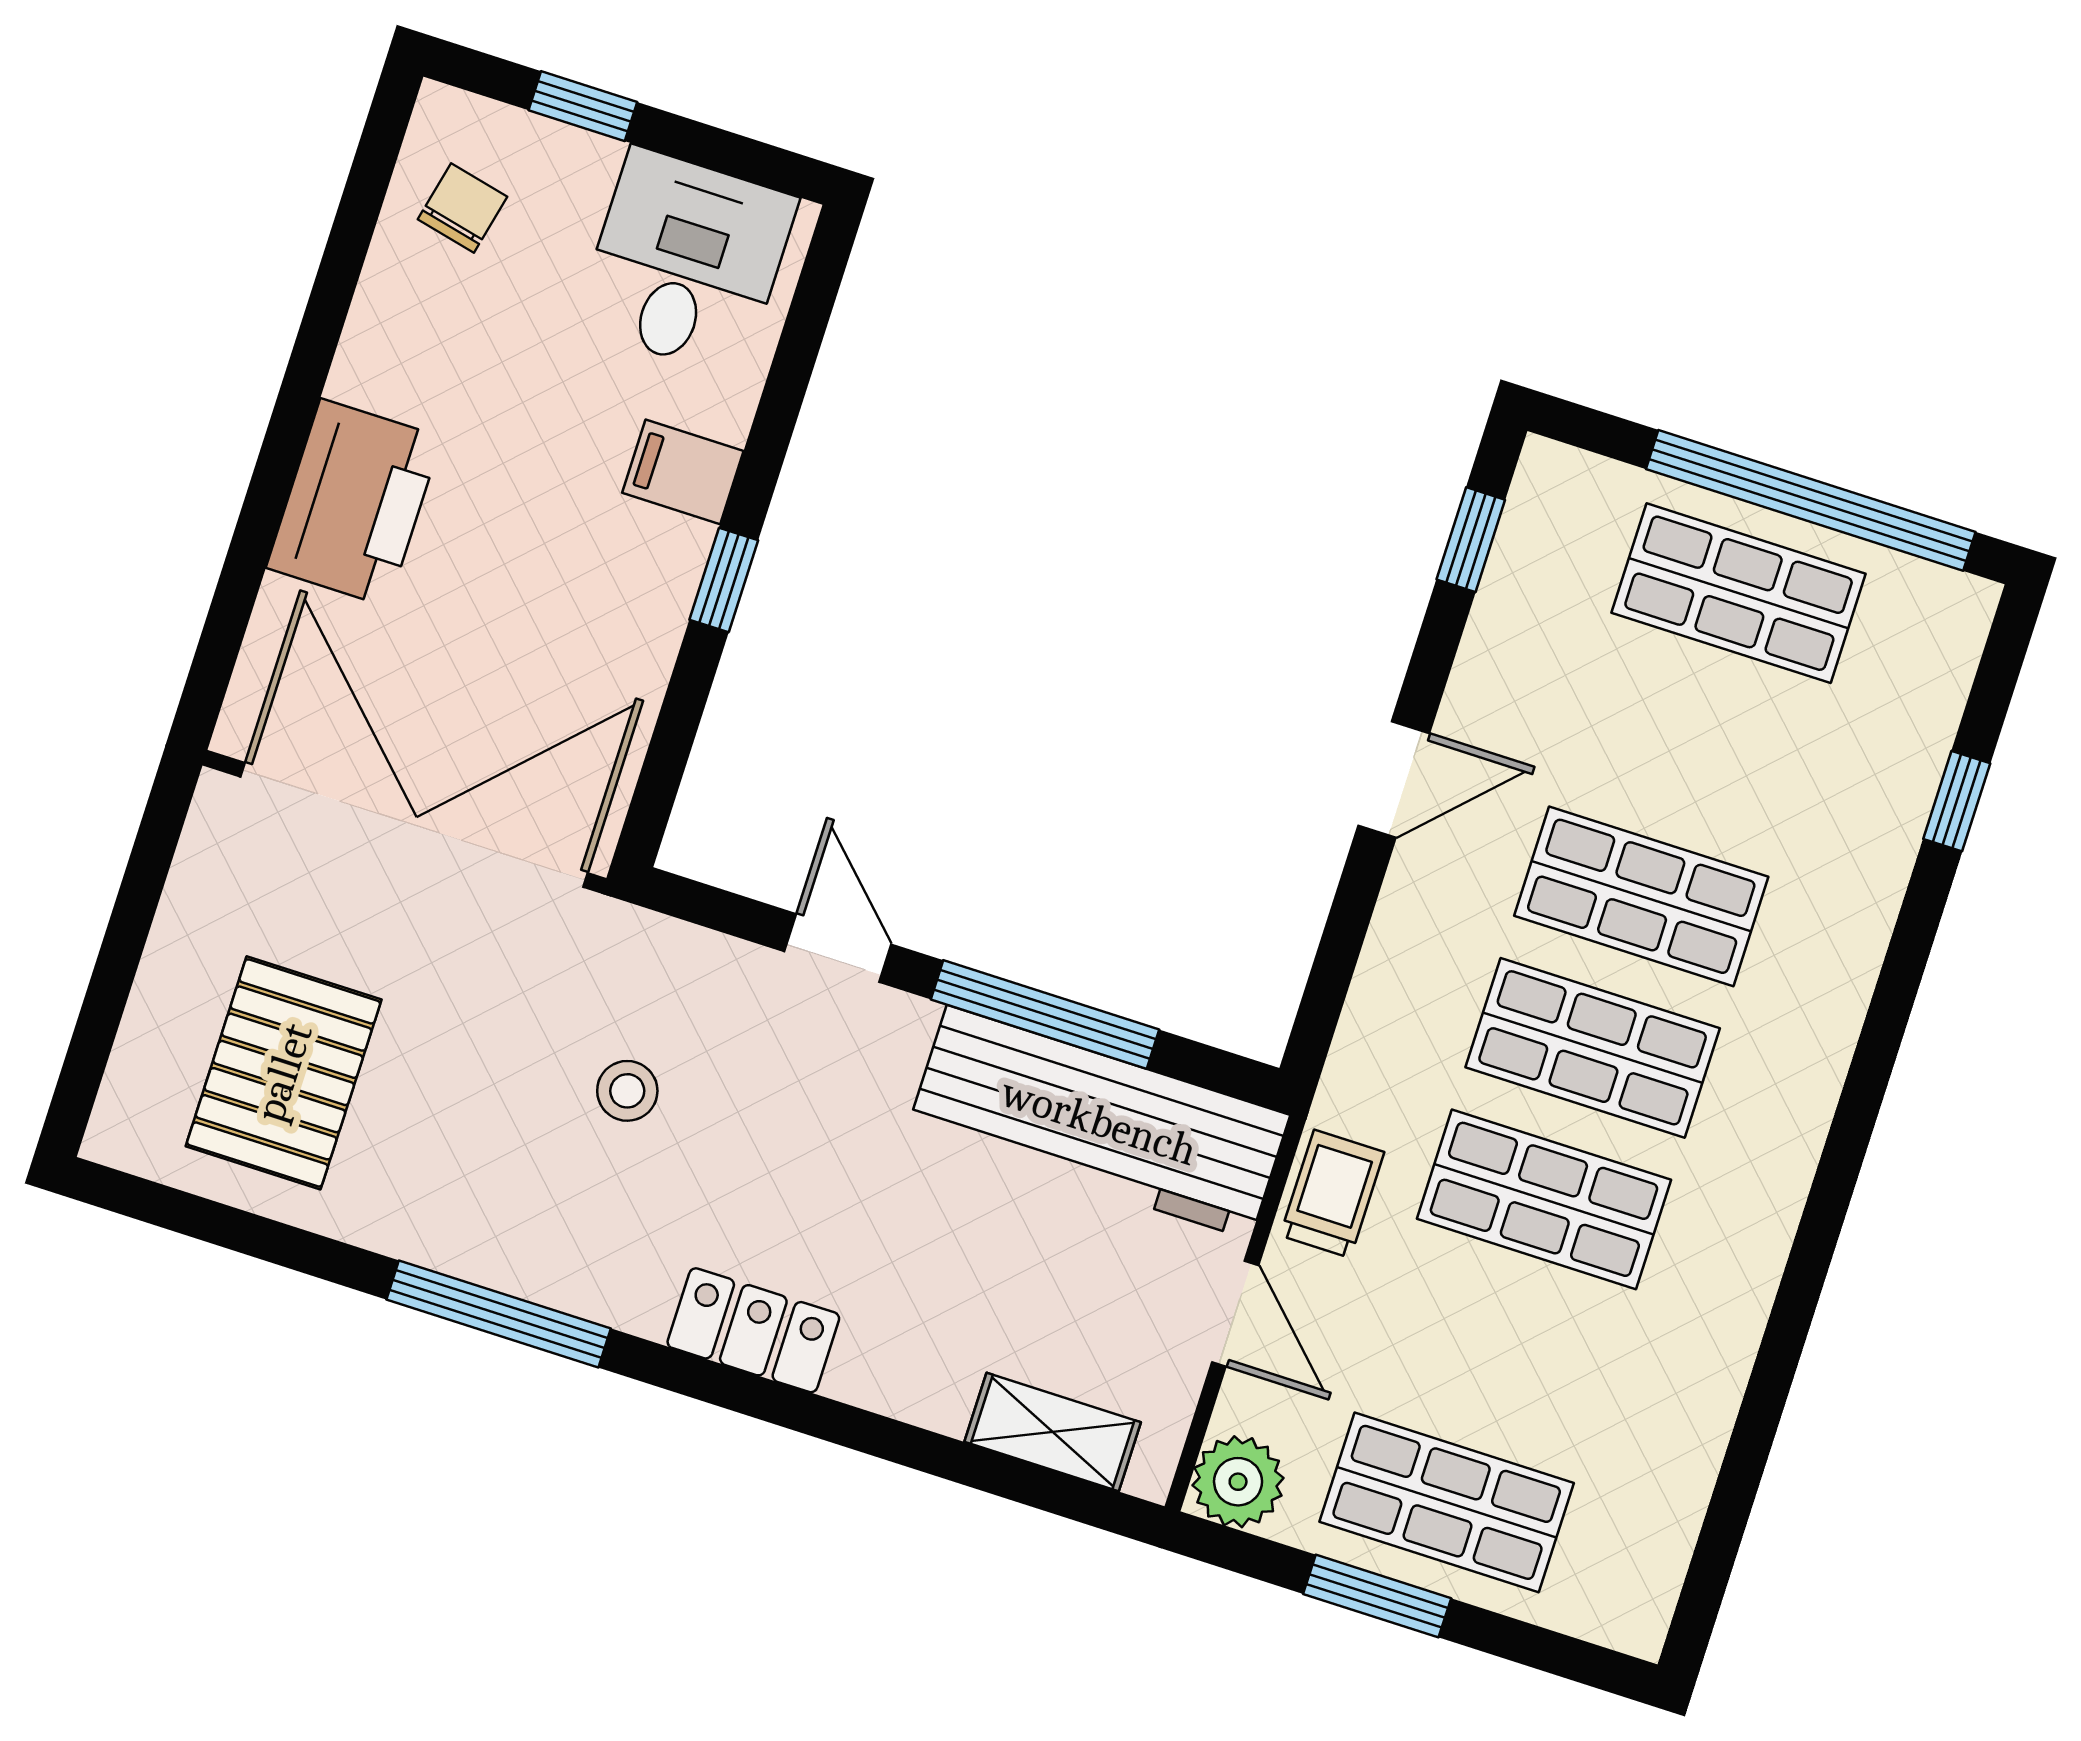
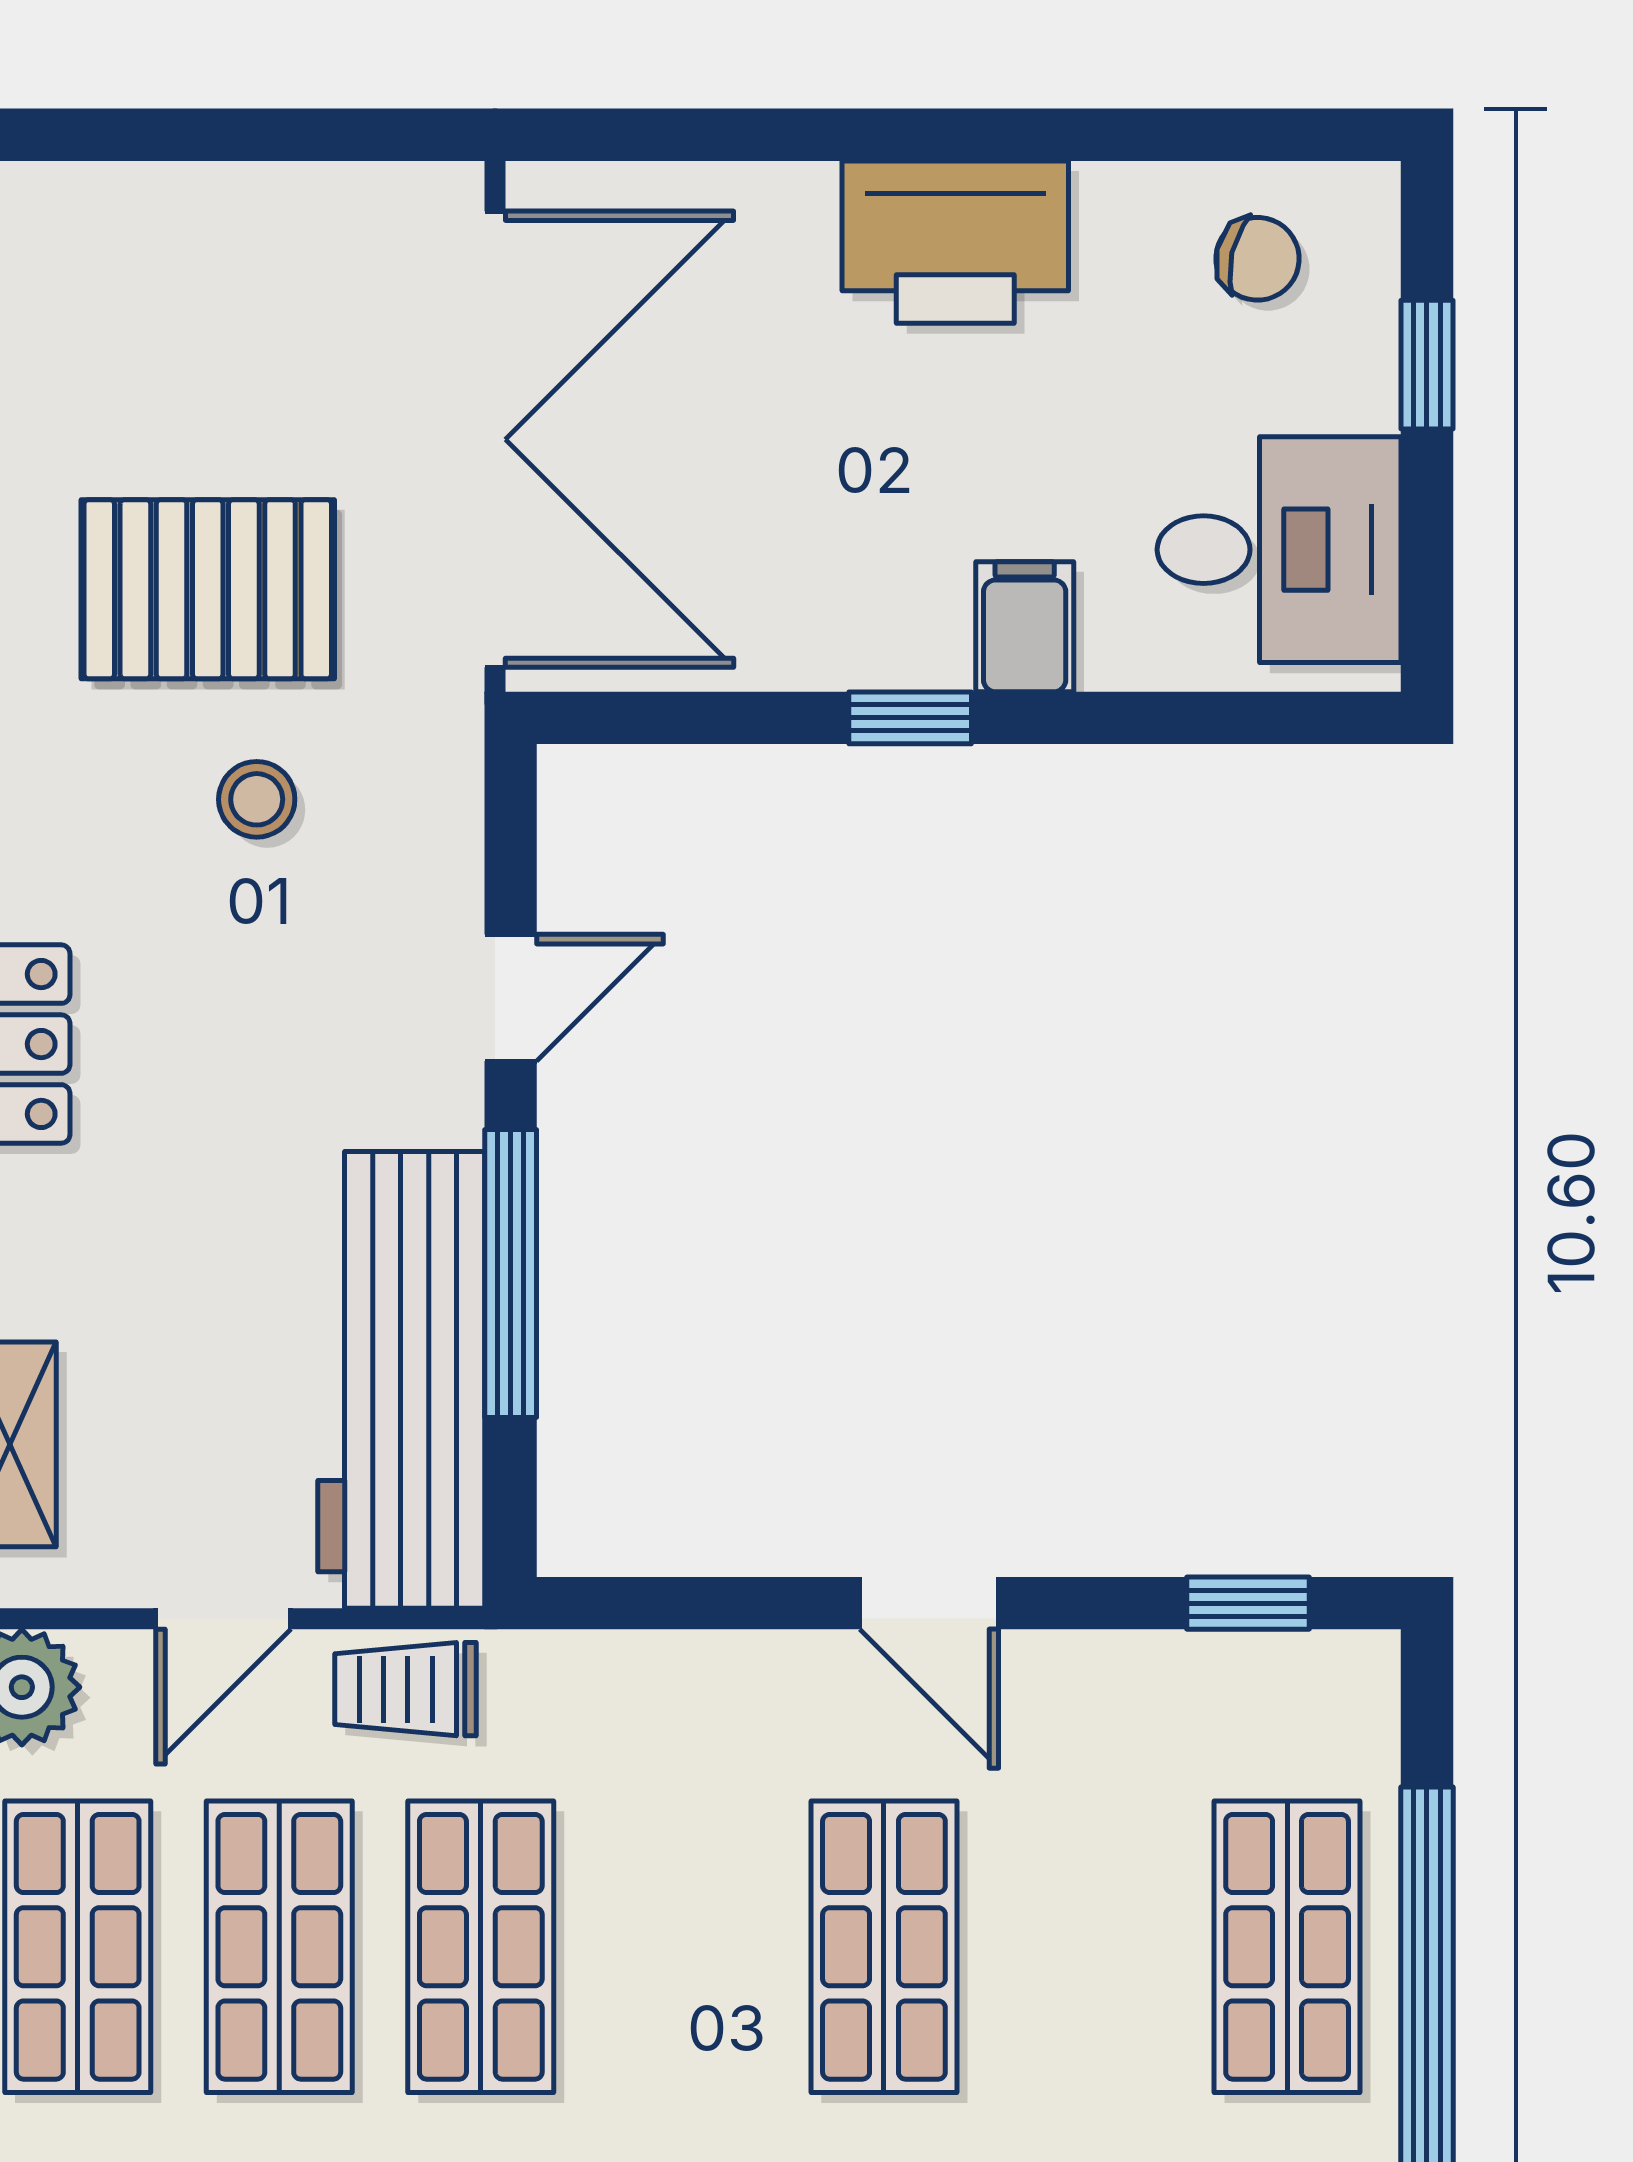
printer: (354, 502) -> (955, 242), moved
shop shelf: (1593, 1048) -> (279, 1947), moved
pallet: (284, 1073) -> (208, 589), moved
trolley: (1332, 1194) -> (406, 1689), turned 180

